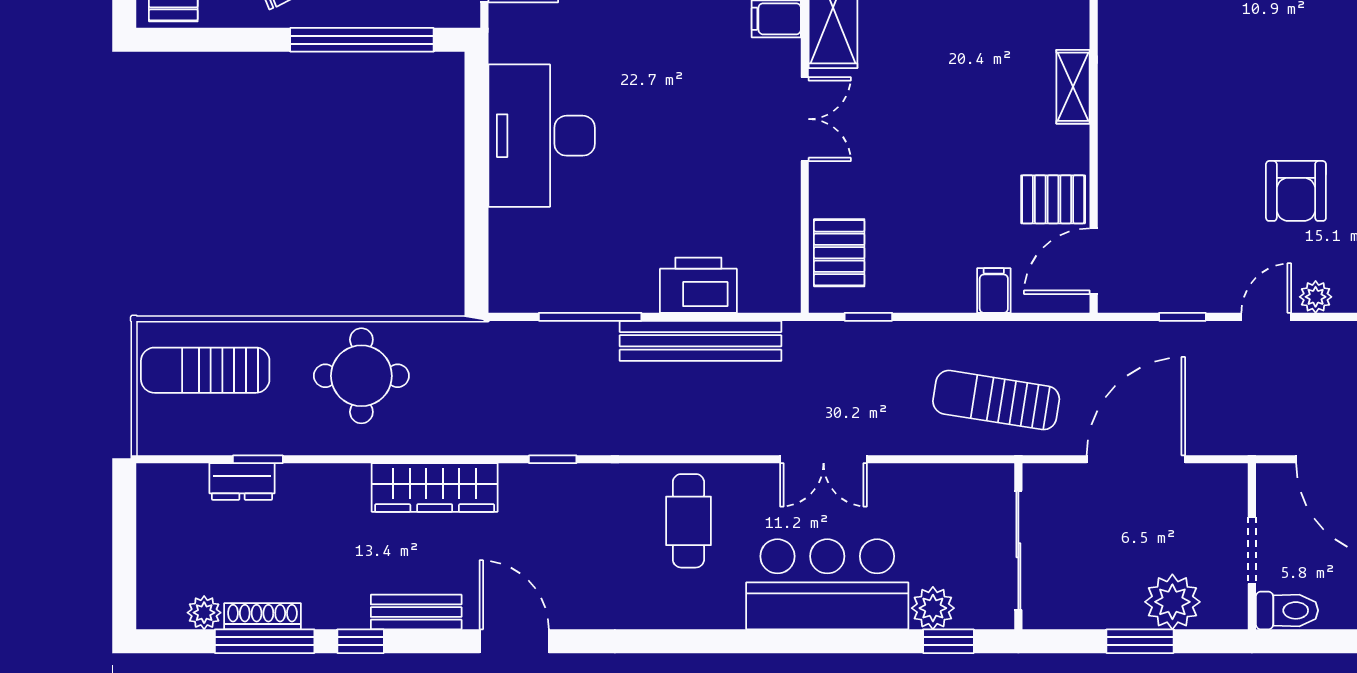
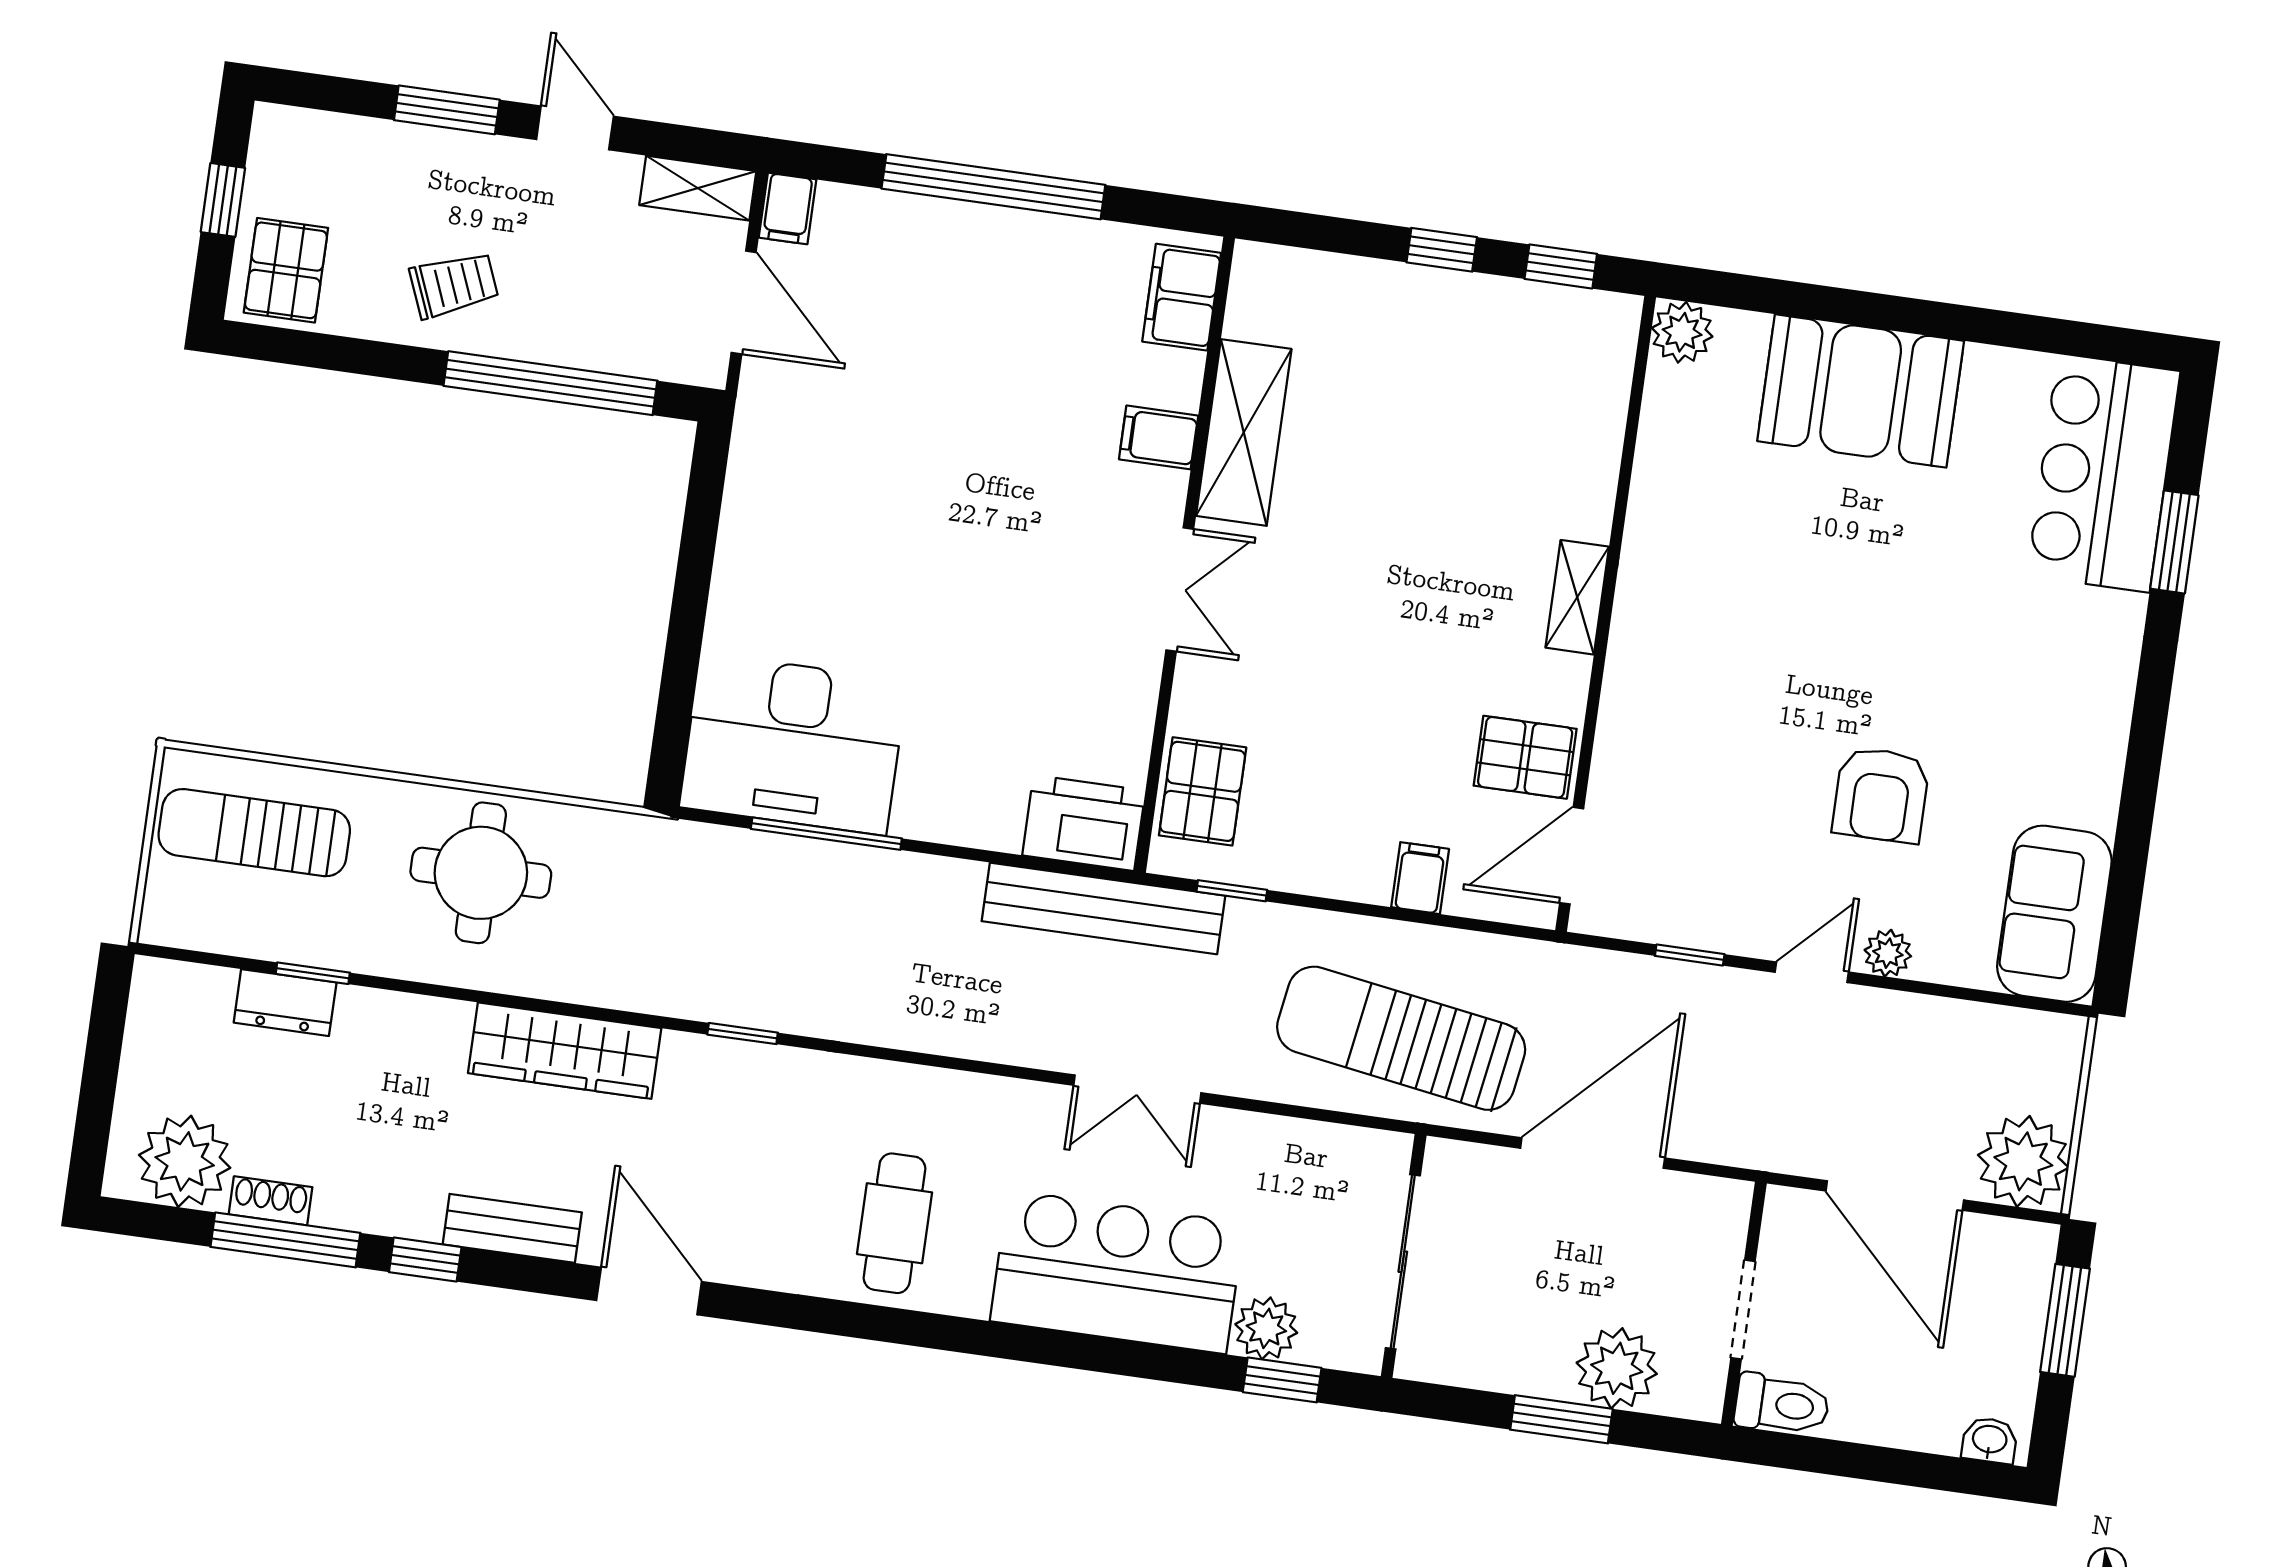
desk: (542, 136) -> (793, 744), moved, turned -90
printer: (698, 285) -> (1084, 823), moved
bench: (701, 341) -> (1104, 908), moved
sun lounger: (996, 400) -> (1401, 1038), width x1.36, depth x1.34
cafe table: (688, 521) -> (895, 1223), moved
plant: (204, 613) -> (185, 1161), width x1.87, depth x1.87
shoe rack: (262, 616) -> (271, 1201), width x0.70

